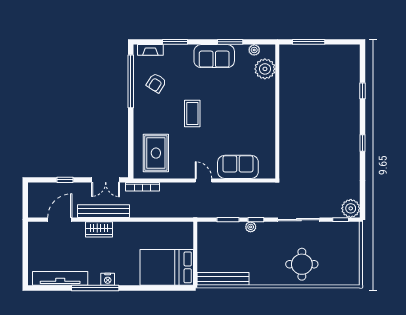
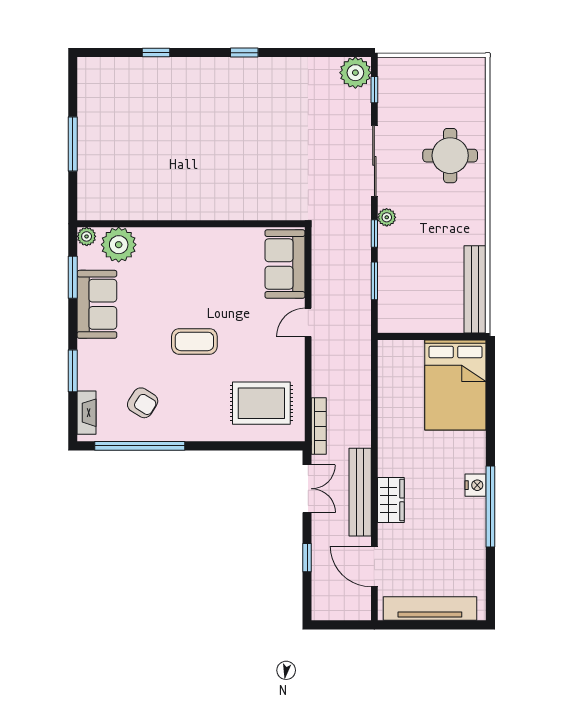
plant: (265, 69) -> (119, 245), moved
wall: (277, 112) -> (191, 224), moved
plant: (251, 227) -> (387, 217), moved
tv unit: (60, 278) -> (430, 608), moved, turned 90

